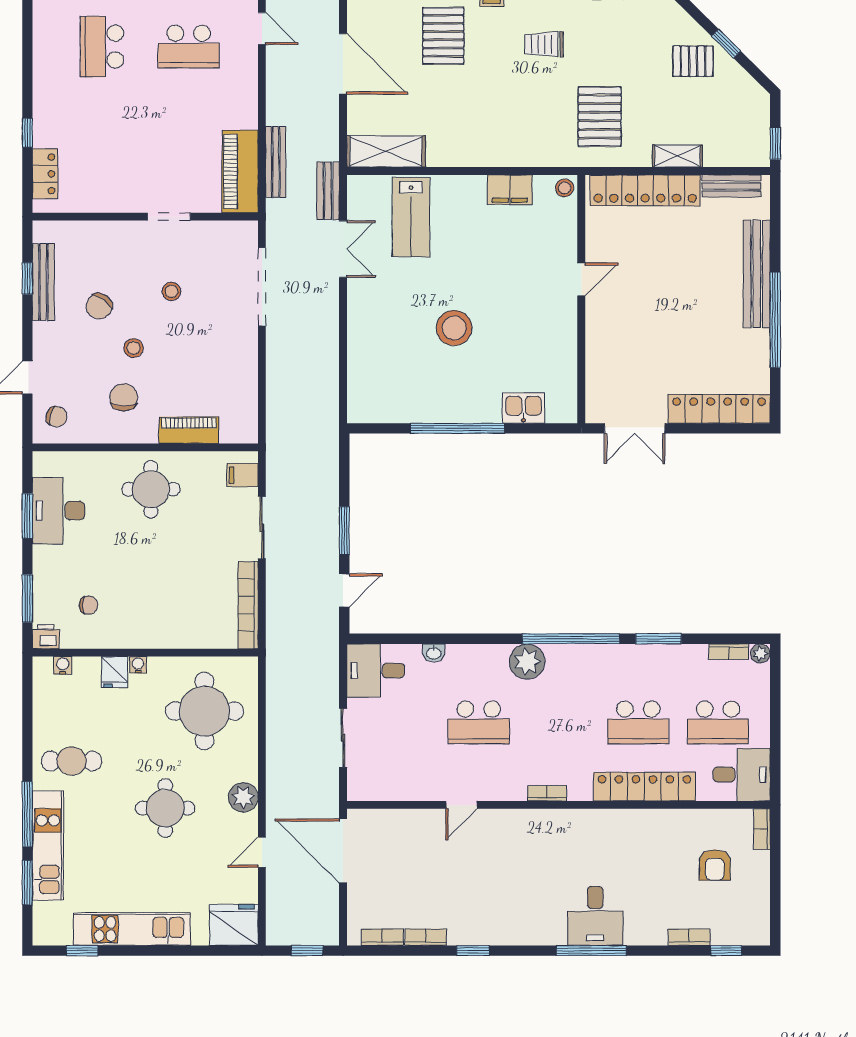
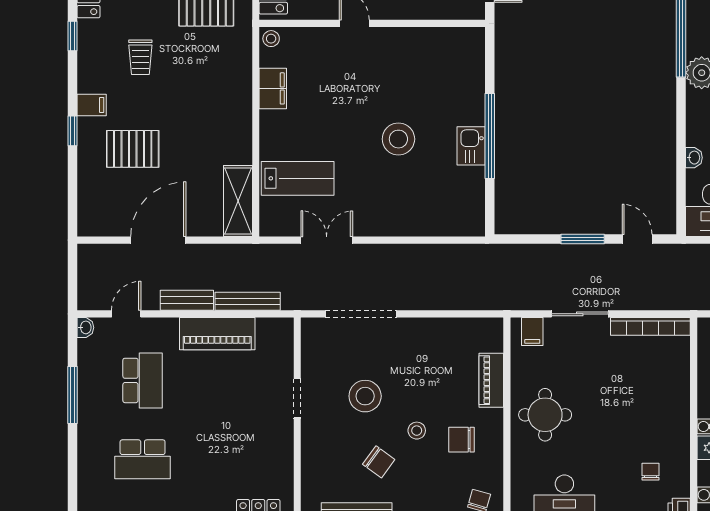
piano: (240, 171) -> (217, 334), moved
bench: (328, 191) -> (187, 300), moved
stool: (171, 291) -> (365, 396), width x1.89, depth x1.89
kitchen sink: (524, 408) -> (471, 146), moved

